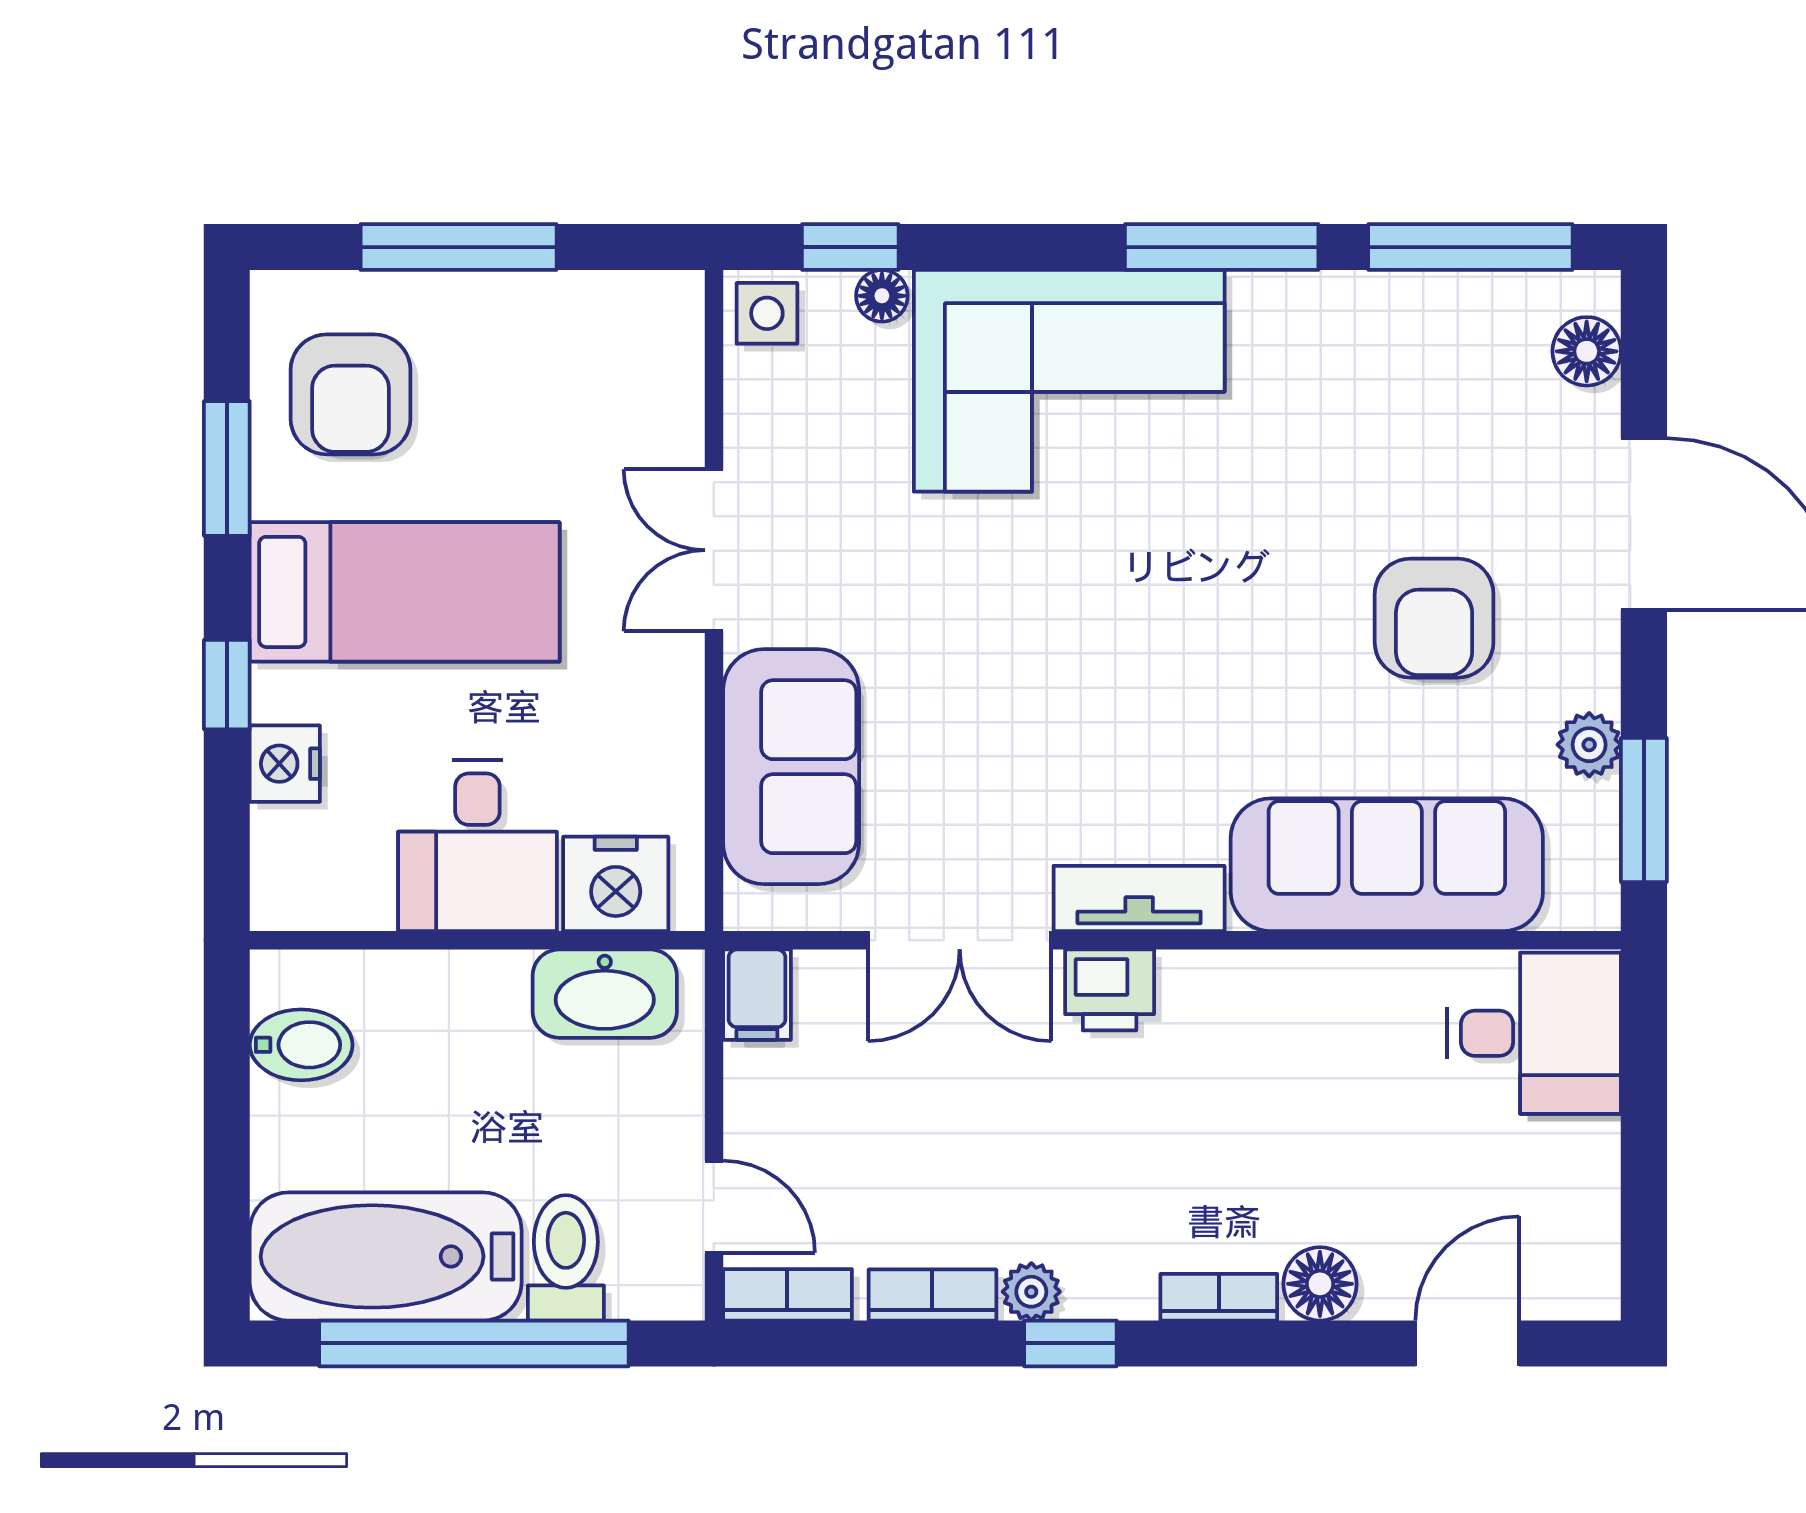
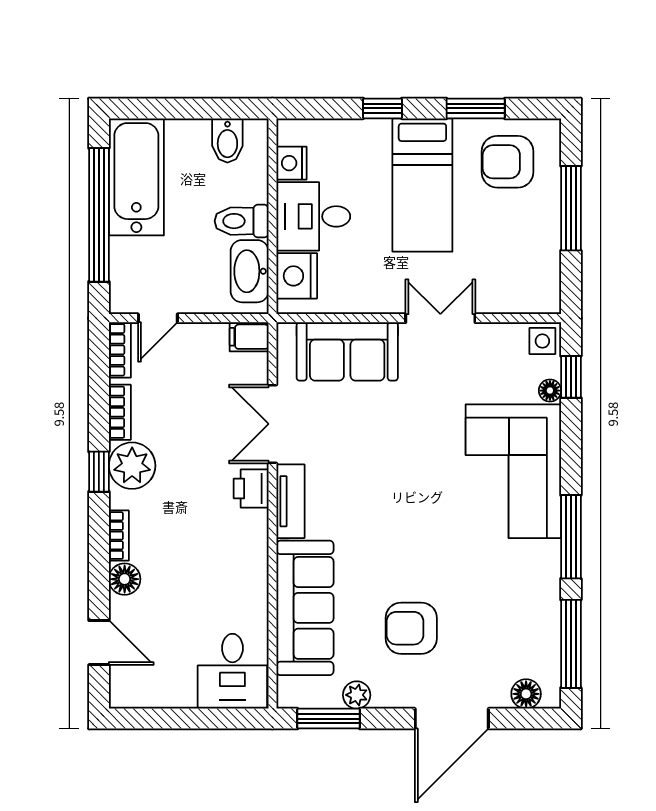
nightstand: (285, 764) -> (292, 163), moved, turned -90
toilet: (566, 1258) -> (242, 221), moved, turned 180
plant: (1031, 1292) -> (132, 466), width x1.88, depth x1.88

